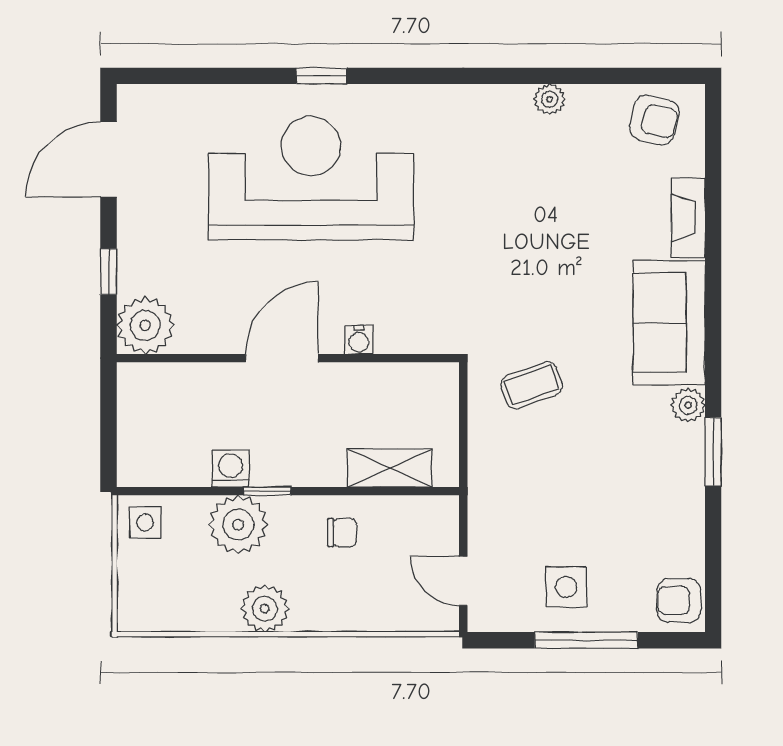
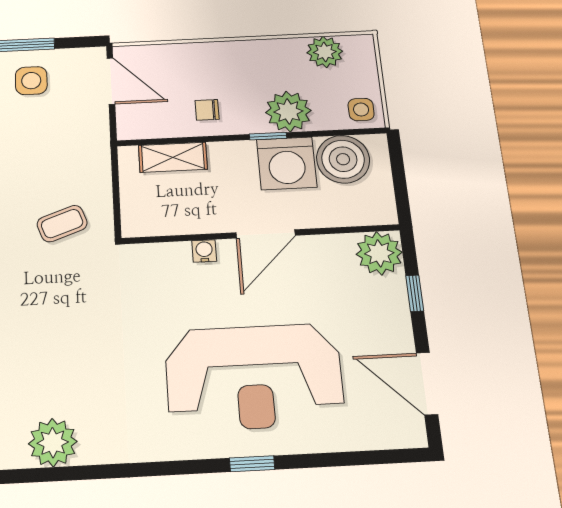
plant: (550, 99) -> (53, 443), width x1.88, depth x1.88
door: (109, 160) -> (427, 384), swing flipped
boiler: (176, 454) -> (343, 159), added
washing machine: (231, 469) -> (287, 163), width x1.89, depth x1.89
door: (463, 581) -> (111, 81), width x1.37
plant: (265, 609) -> (325, 52), moved

